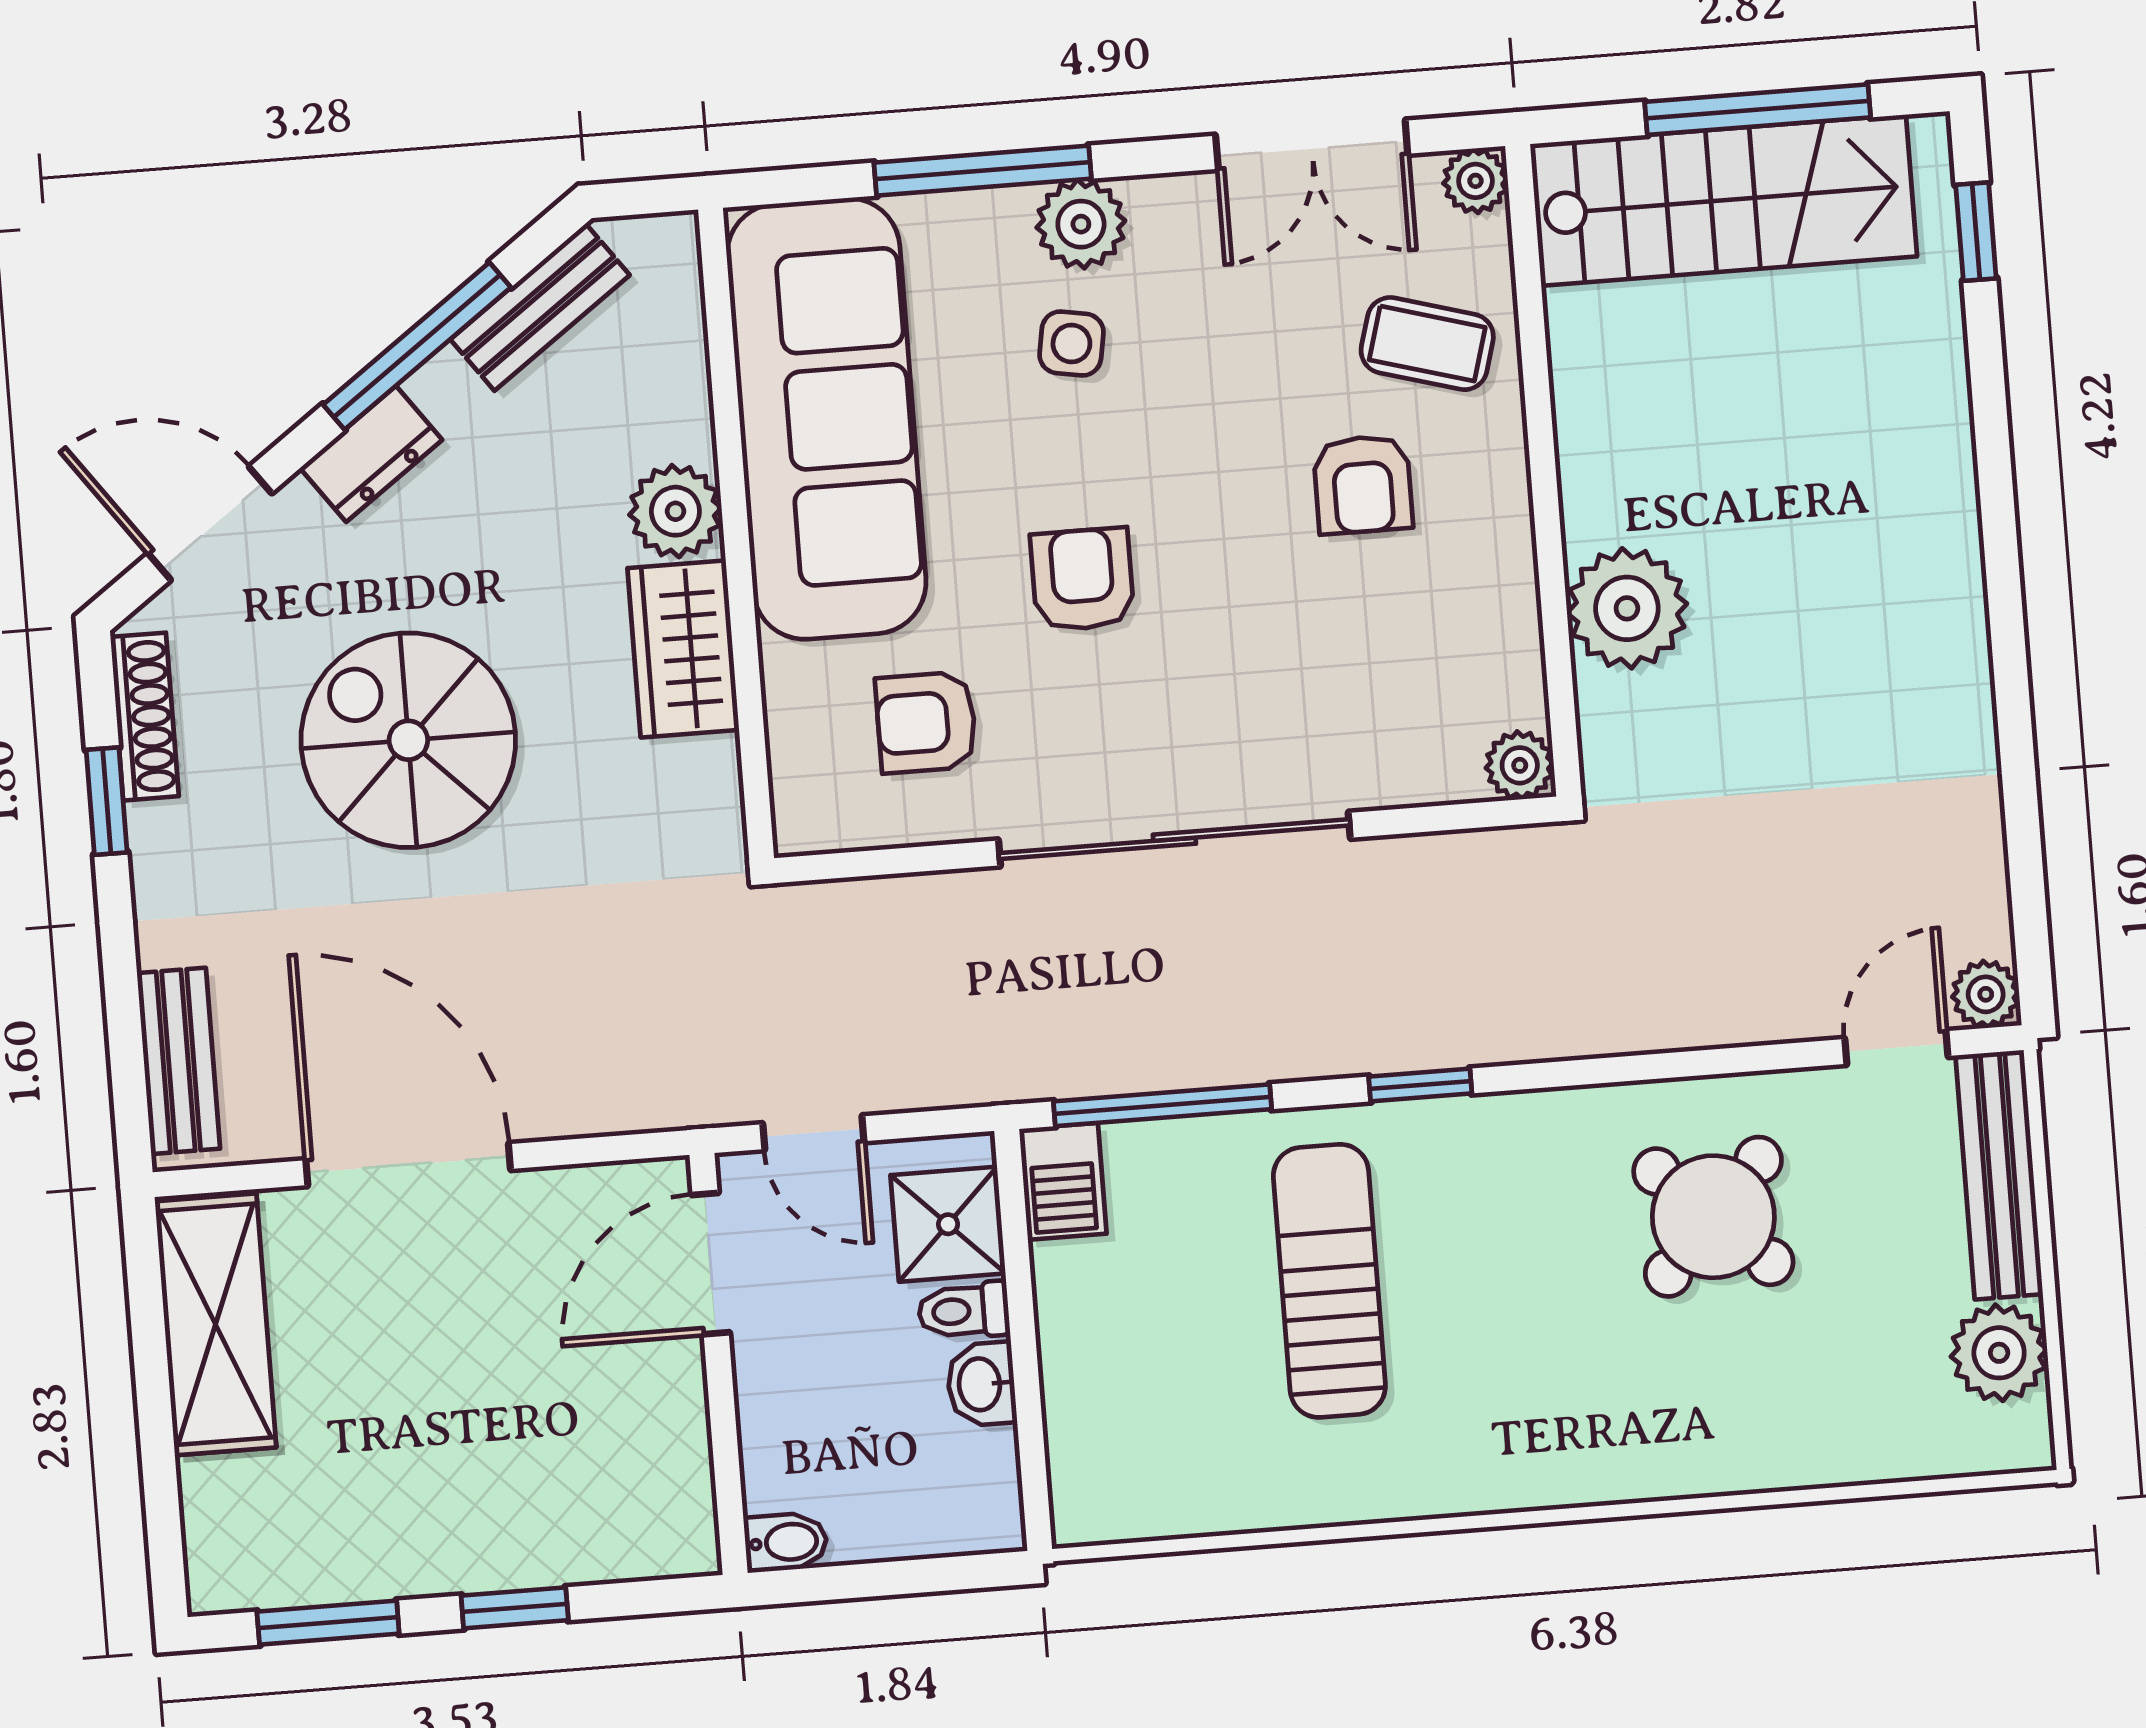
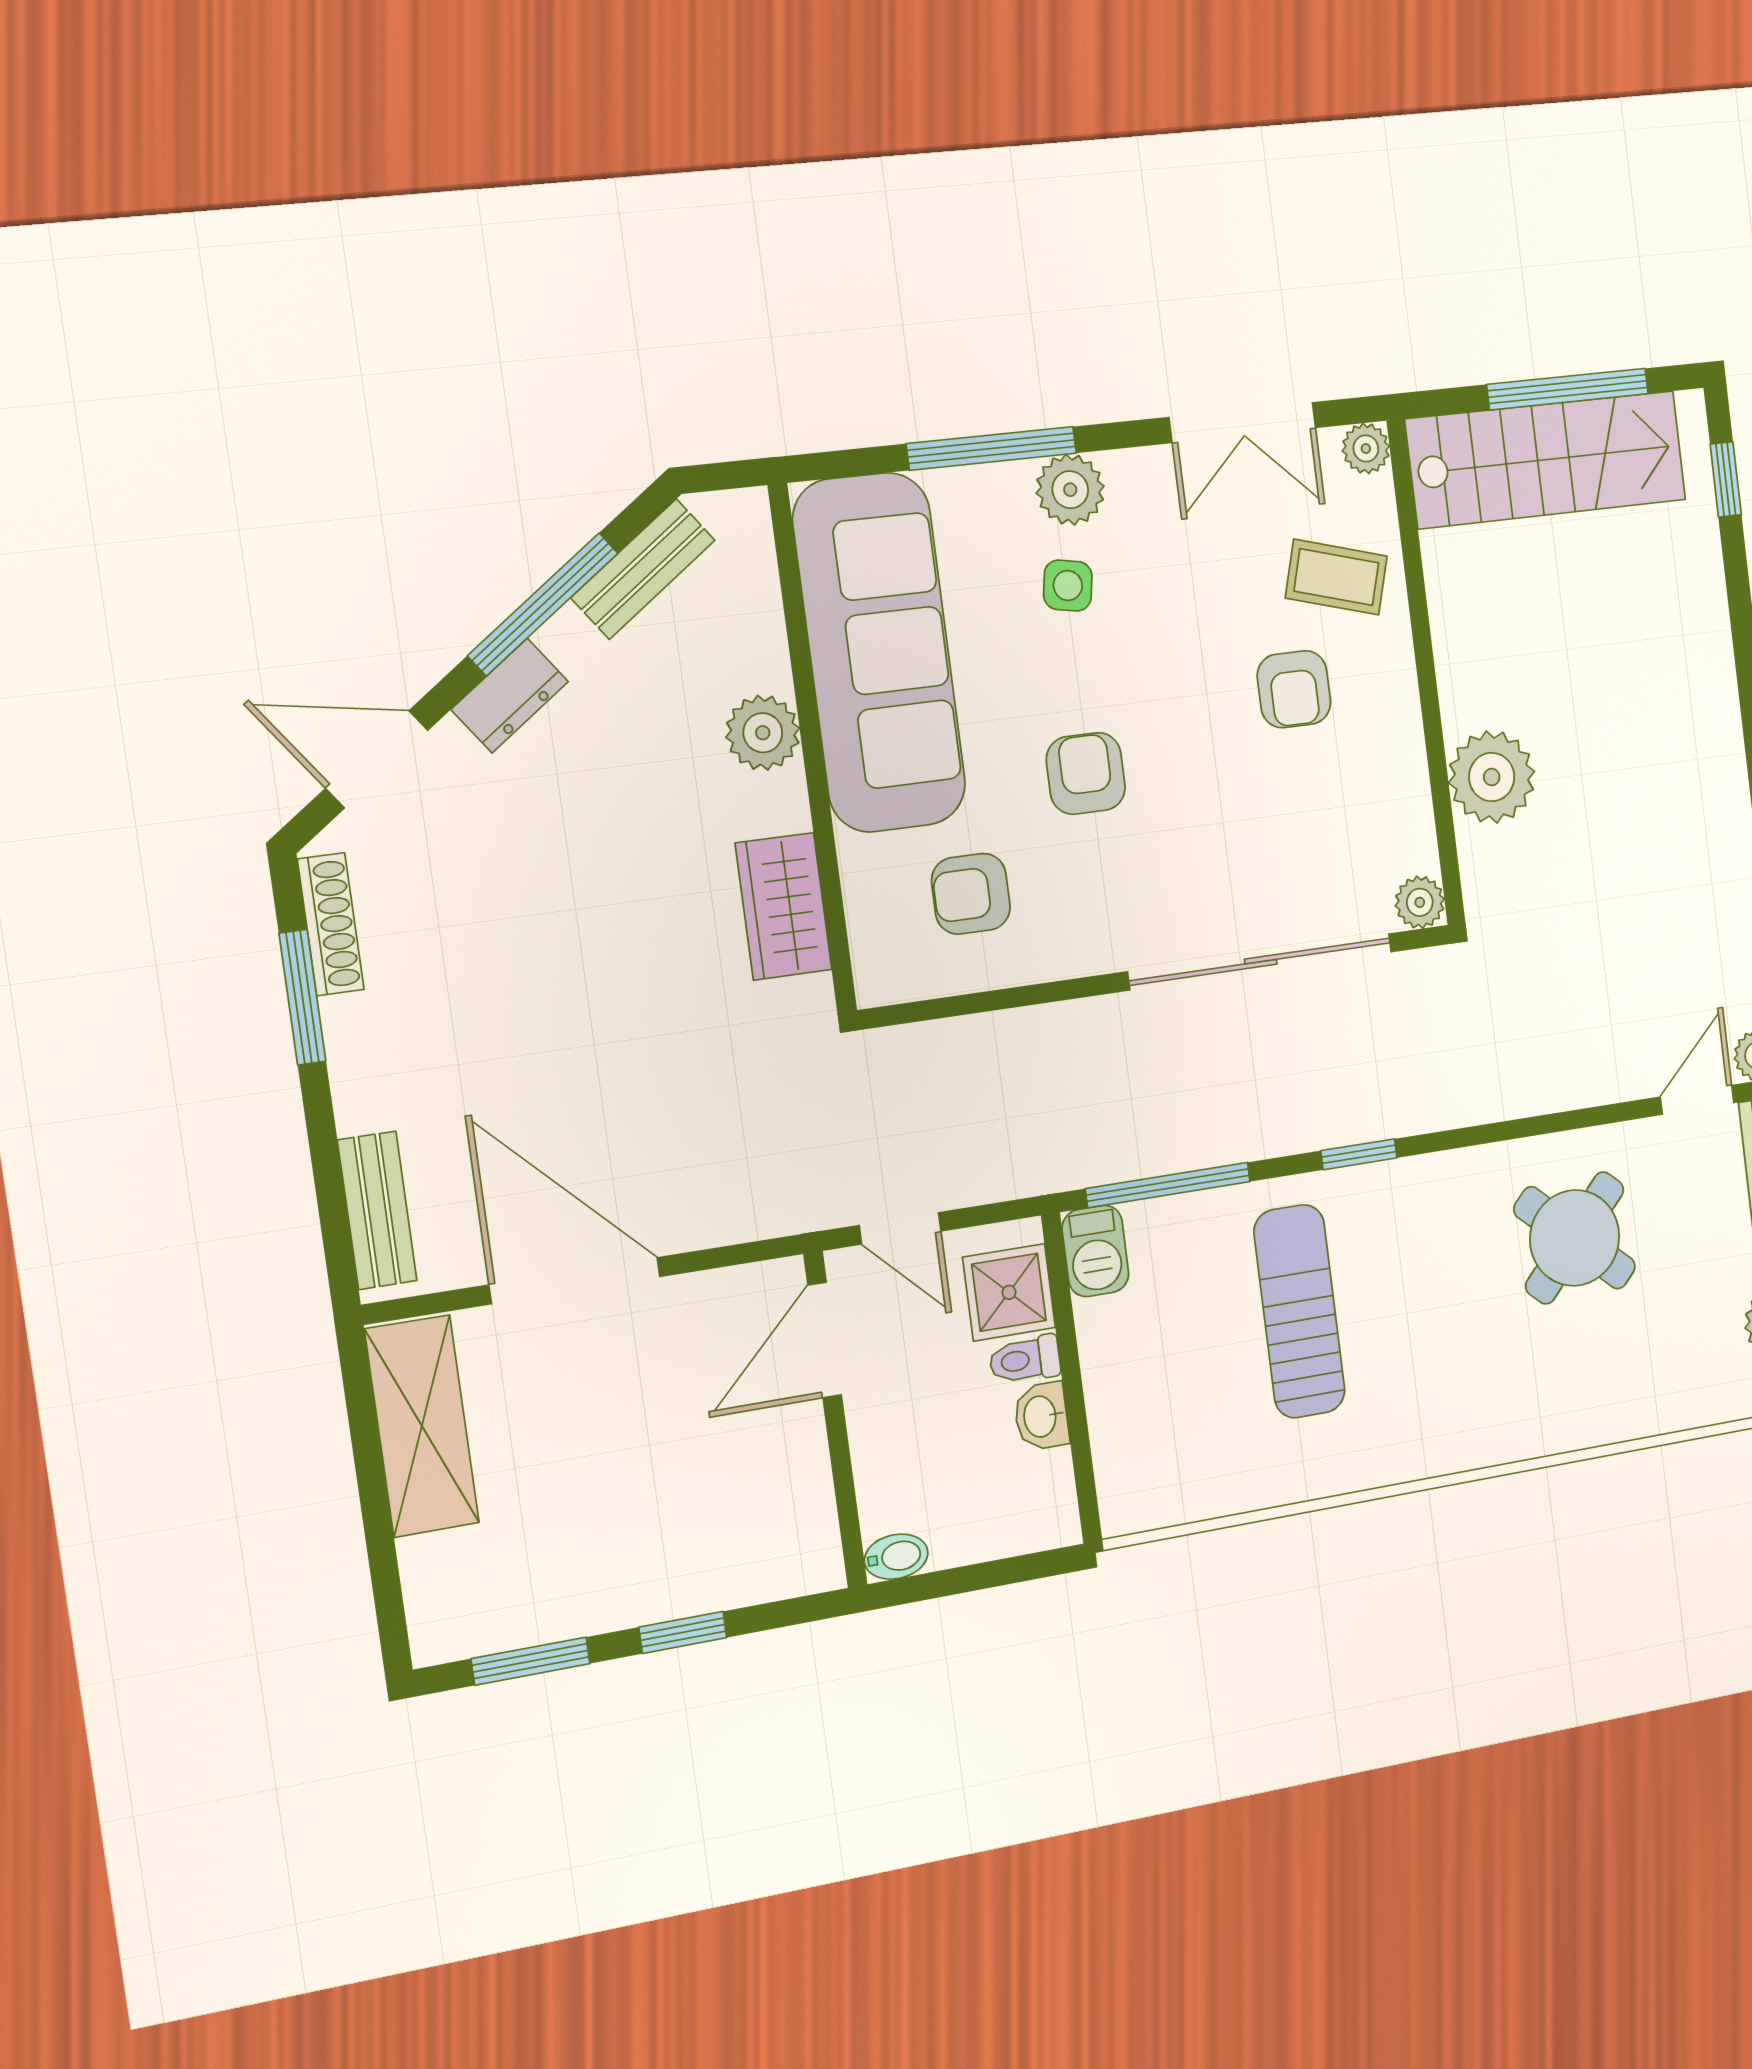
wardrobe: (683, 649) -> (783, 906), moved
spiral stairs: (408, 740) -> (555, 932), removed
window: (107, 801) -> (302, 997), width x1.50
sliding door: (1174, 839) -> (1261, 962), moved

